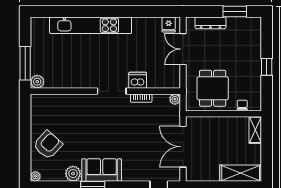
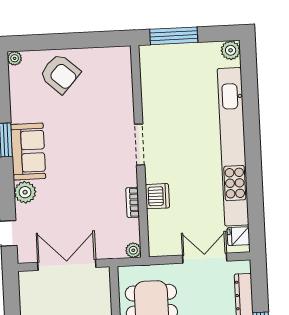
kitchen unit: (91, 25) -> (233, 147), width x1.36
plant: (37, 82) -> (231, 50), moved
doorway: (112, 91) -> (140, 145), moved
plant: (73, 174) -> (25, 192), moved

